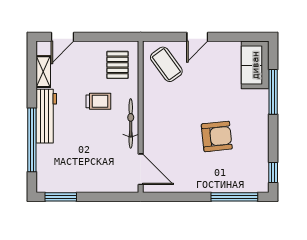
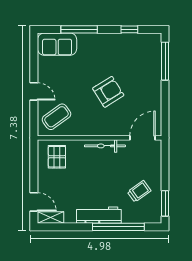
pallet: (118, 65) -> (57, 157), turned 90
shelving: (43, 72) -> (50, 218), moved
trolley: (98, 101) -> (139, 191), moved, turned 54
armchair: (217, 136) -> (108, 92), moved, turned 64
window: (273, 173) -> (129, 29), moved

